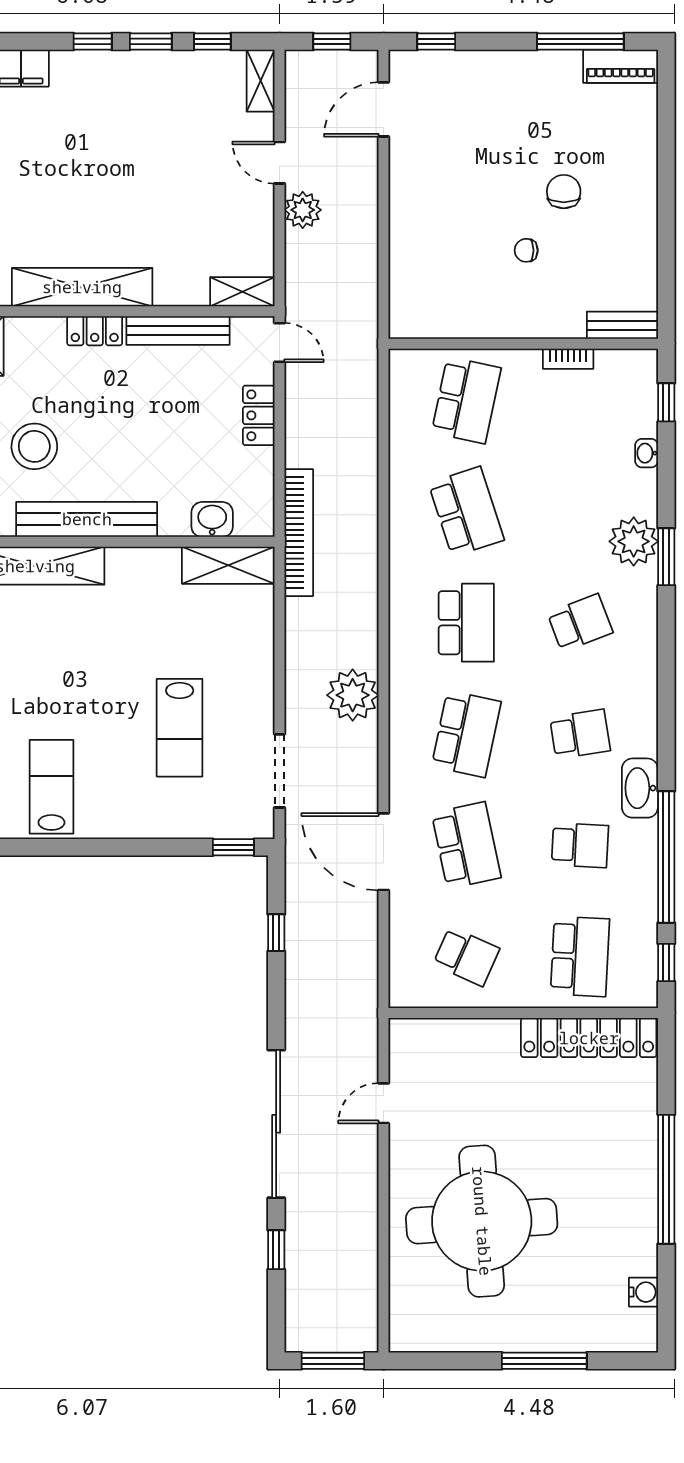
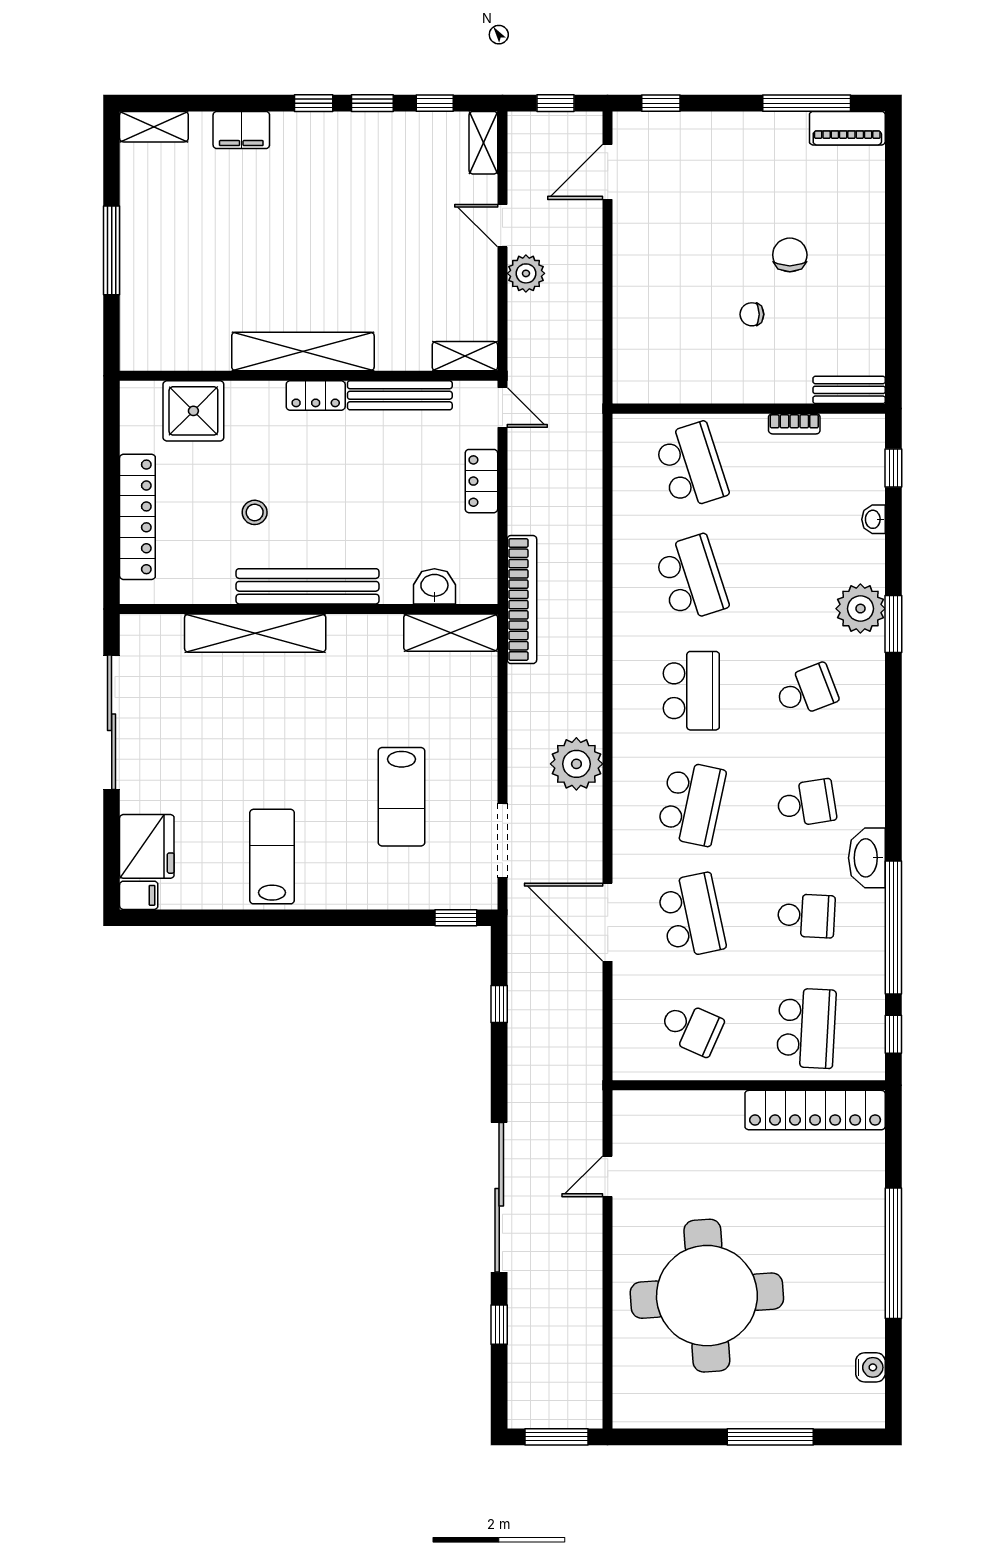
school desk: (466, 400) -> (691, 466), turned -30
stool: (34, 446) -> (255, 512), width x0.53, depth x0.53

